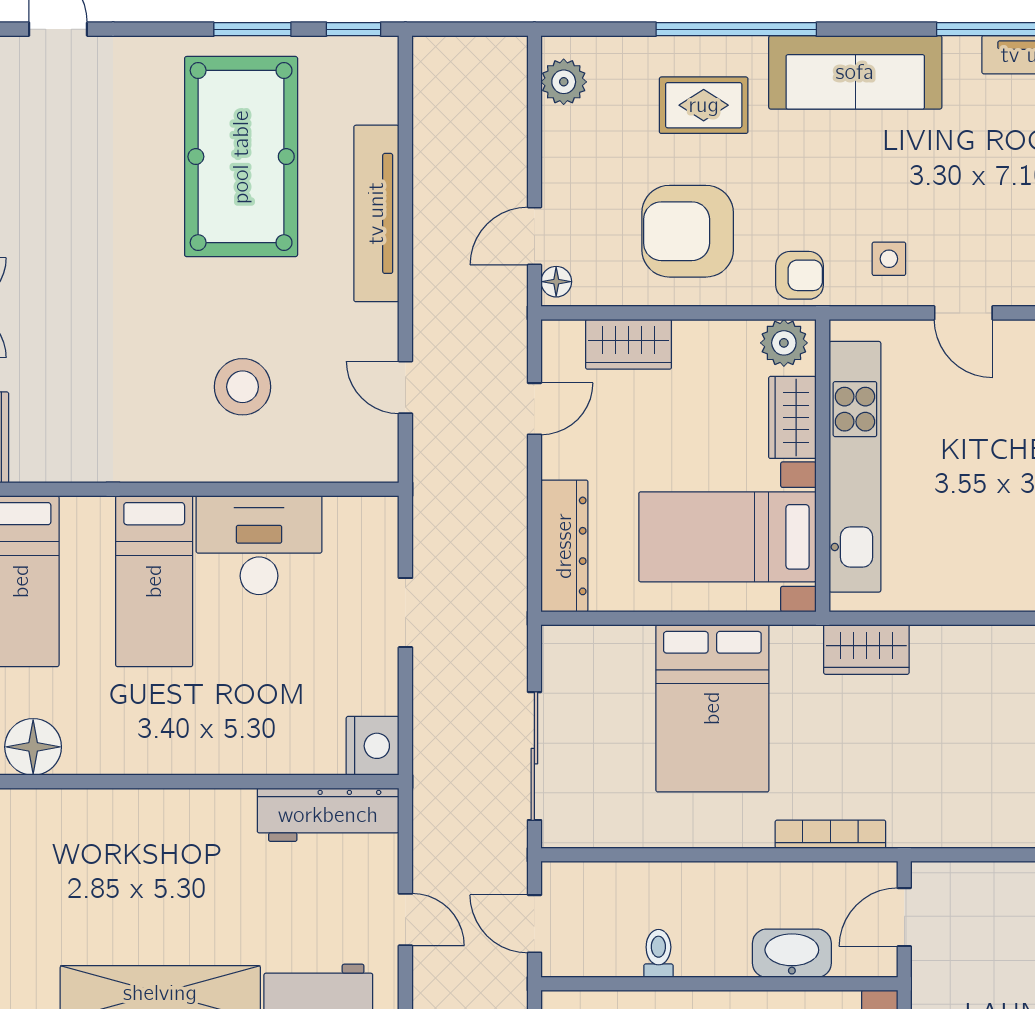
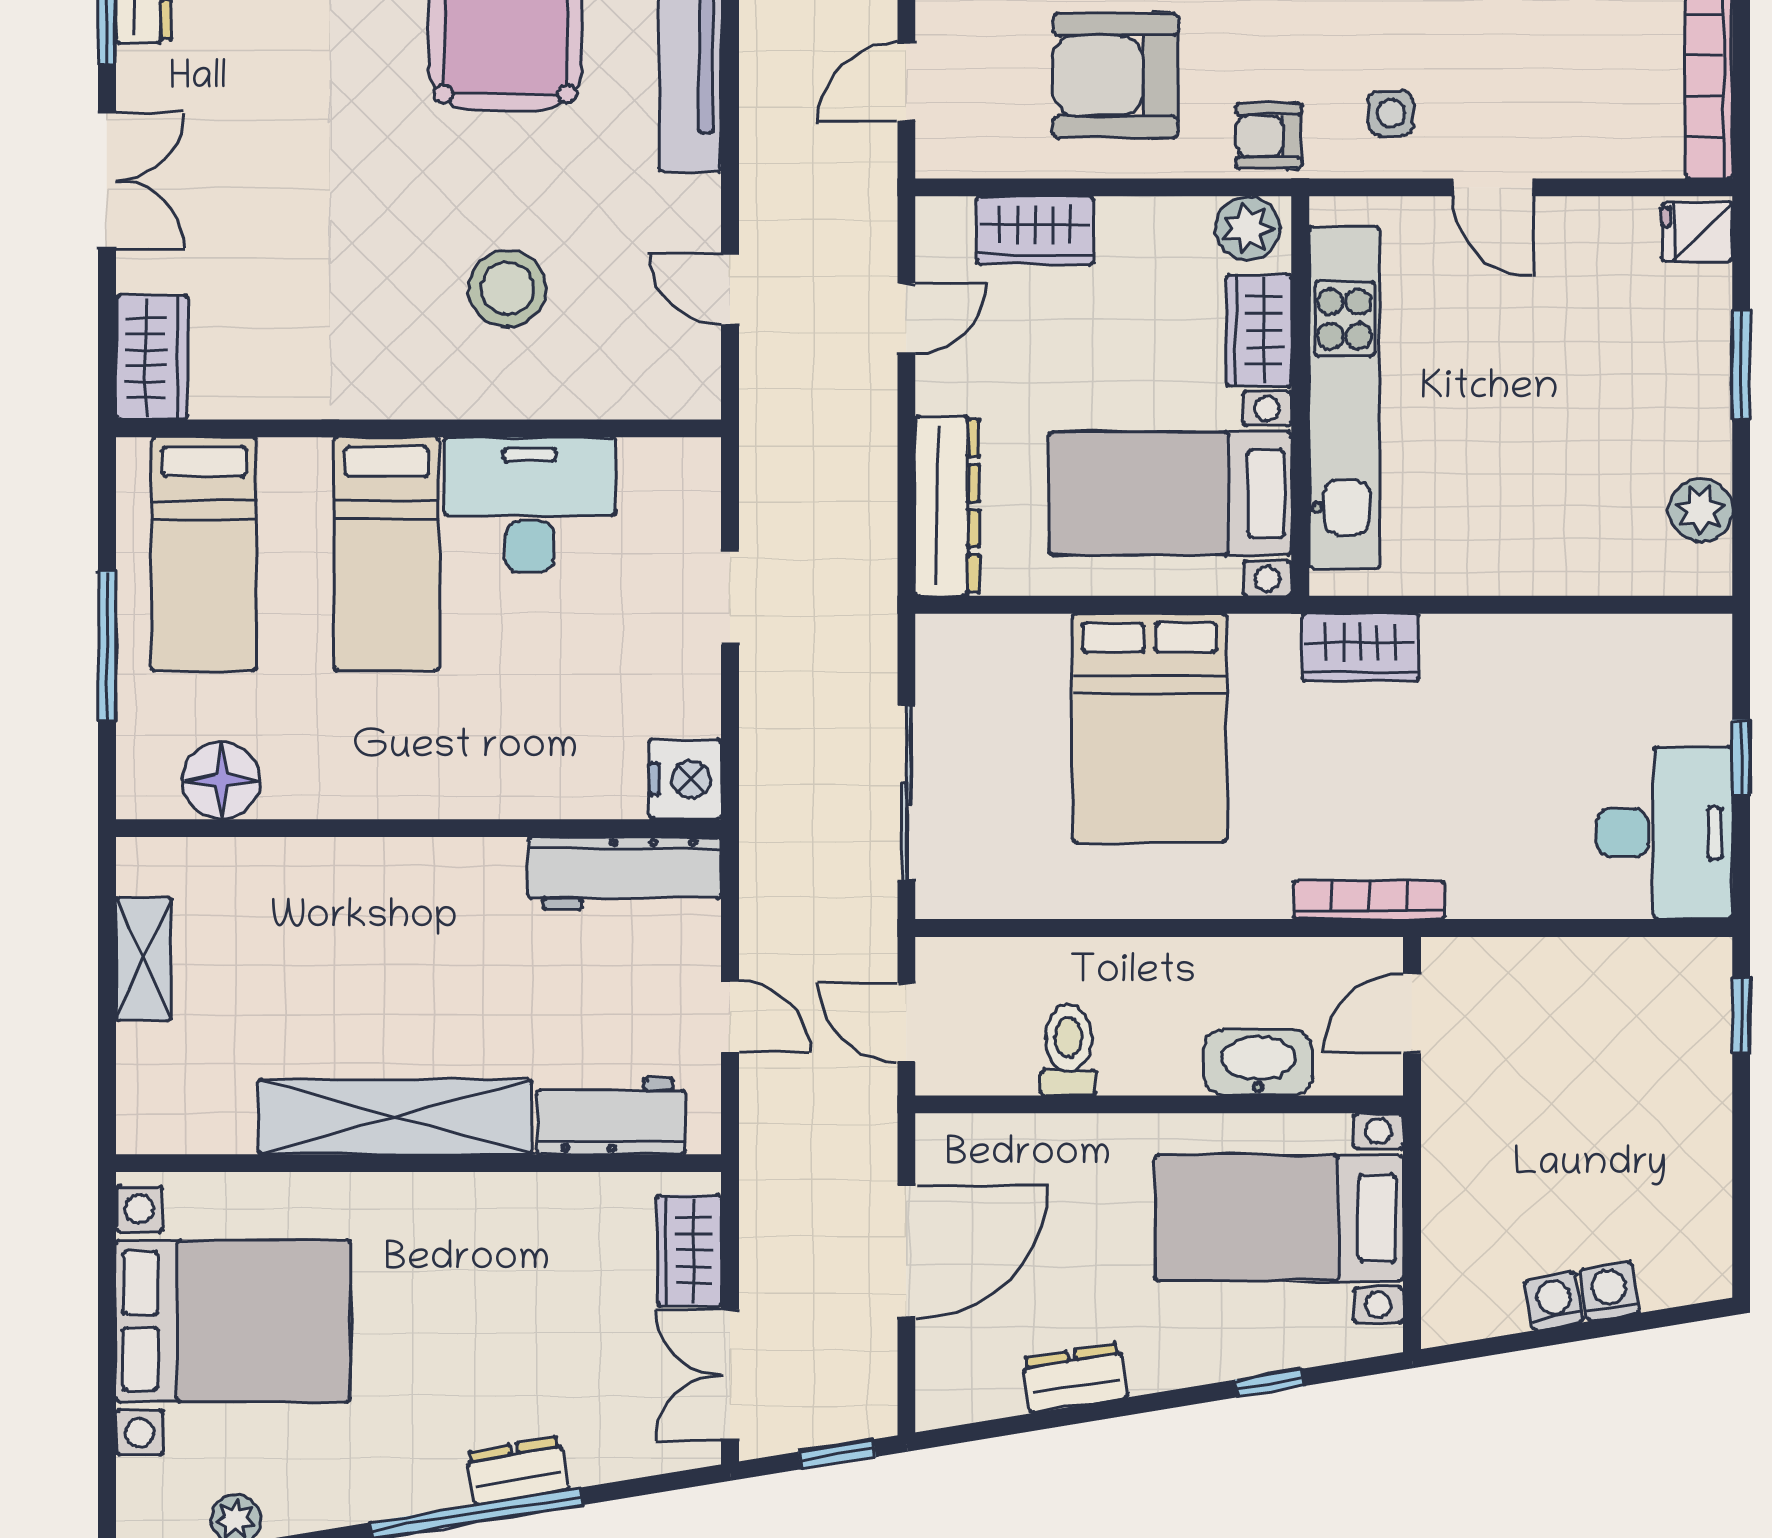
armchair: (800, 275) -> (1269, 136), turned 180
floor lamp: (556, 282) -> (936, 145), removed
bookcase: (830, 834) -> (1369, 900), moved
toilet: (658, 953) -> (1068, 1050), width x1.37, depth x1.39

